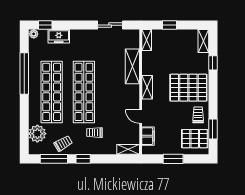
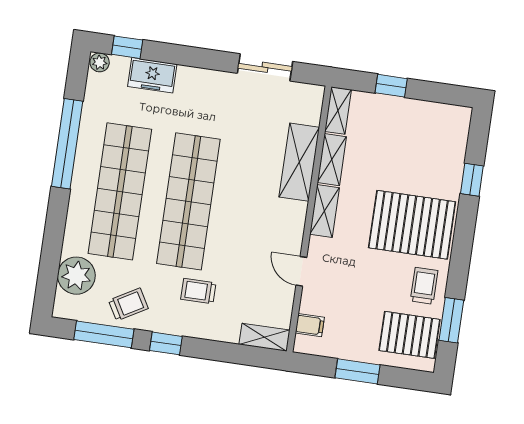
shelving: (203, 41) -> (332, 160), moved
filing cabinet: (148, 136) -> (310, 325), width x0.50

